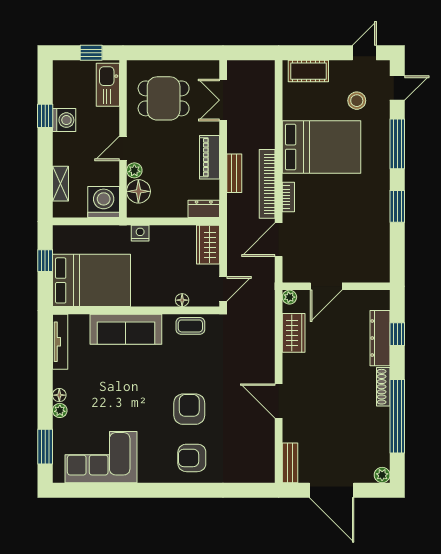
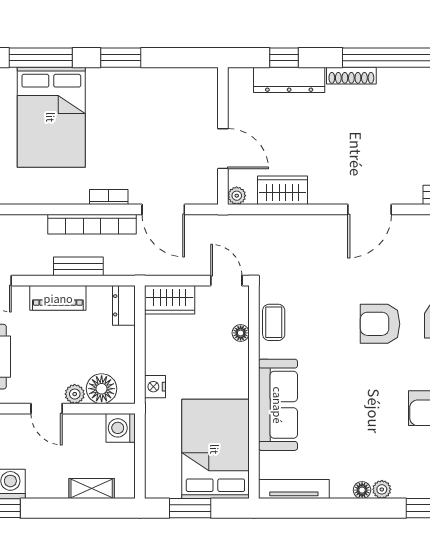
bed: (322, 147) -> (51, 117), moved, turned 180
washing machine: (104, 202) -> (121, 428), width x0.73, depth x0.73
window: (45, 261) -> (190, 508), width x1.50

